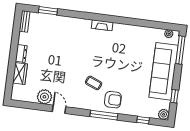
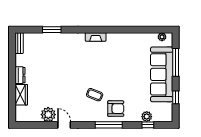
window: (48, 11) -> (52, 30), moved
window: (180, 50) -> (176, 62), moved
plant: (164, 114) -> (147, 117), moved

